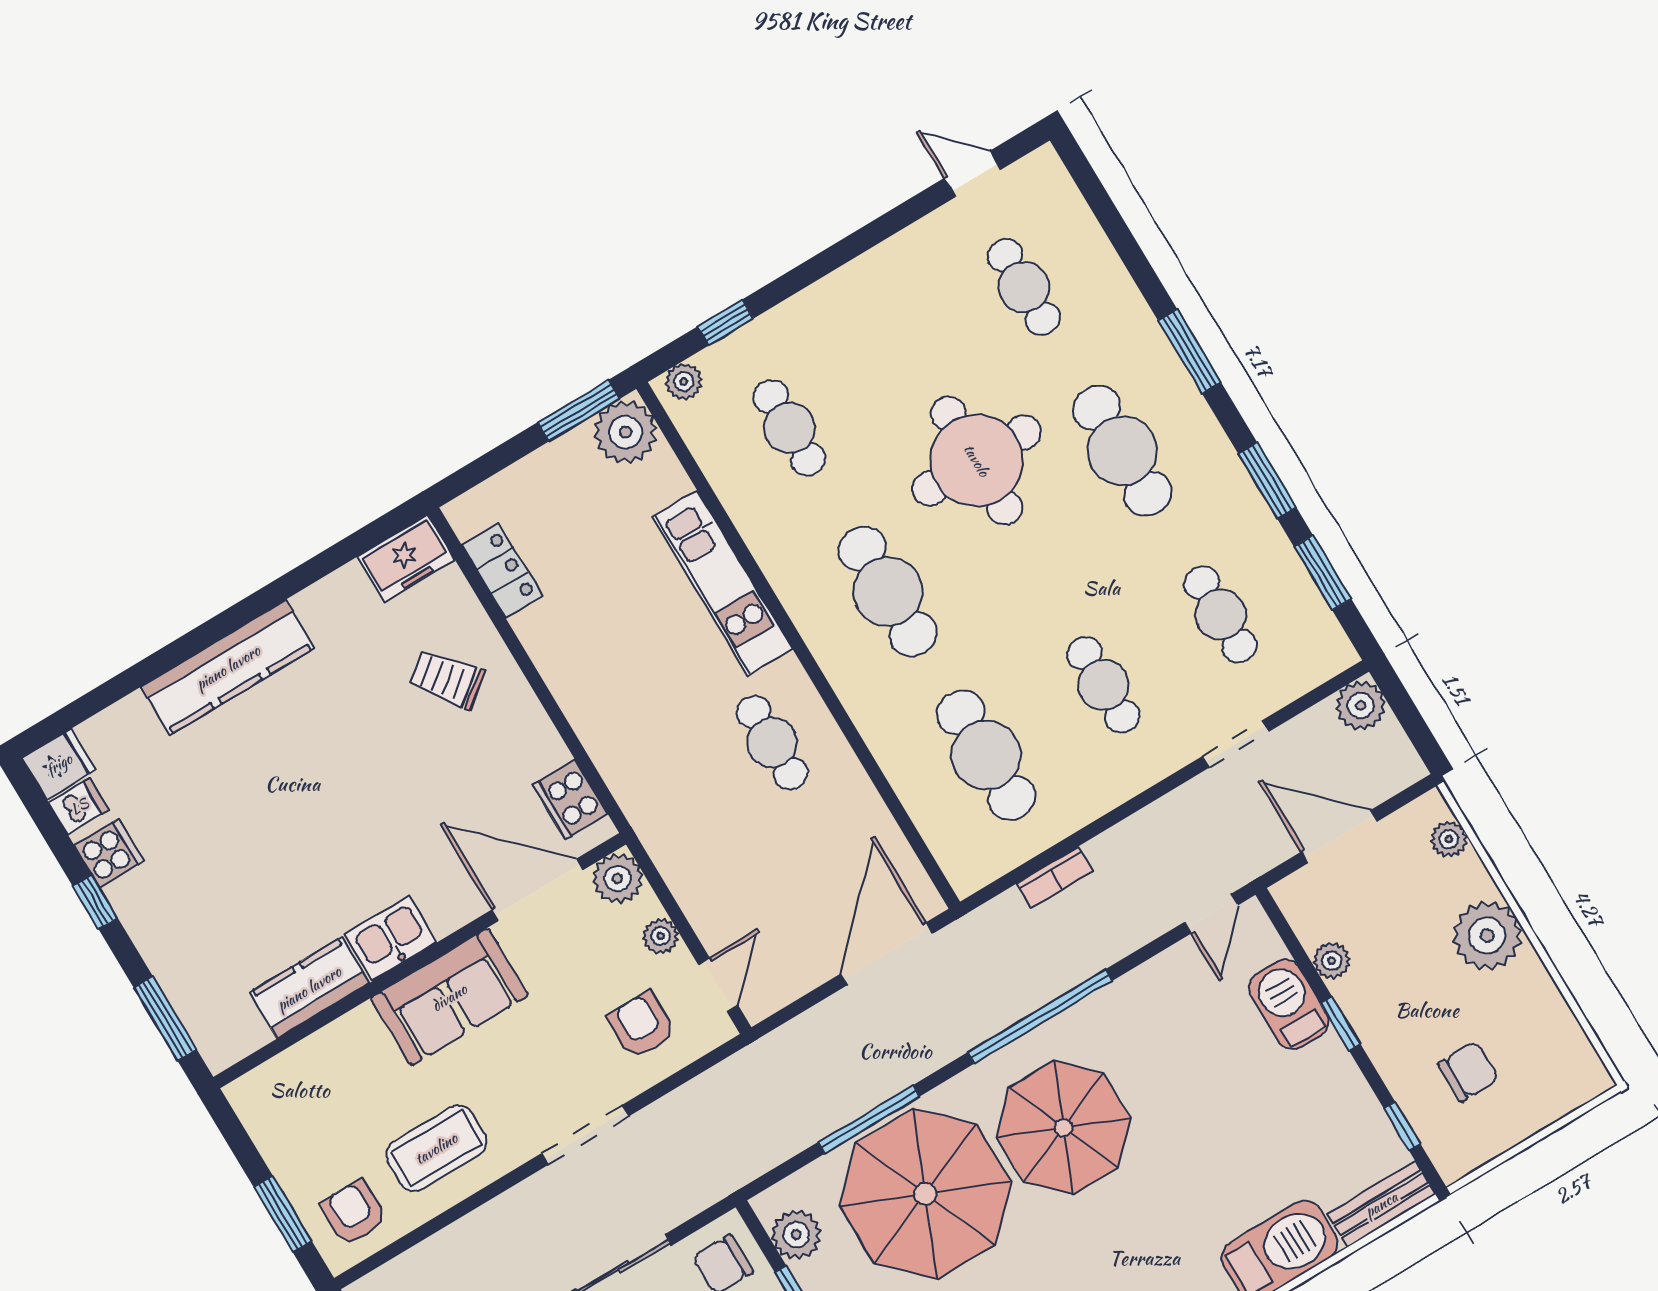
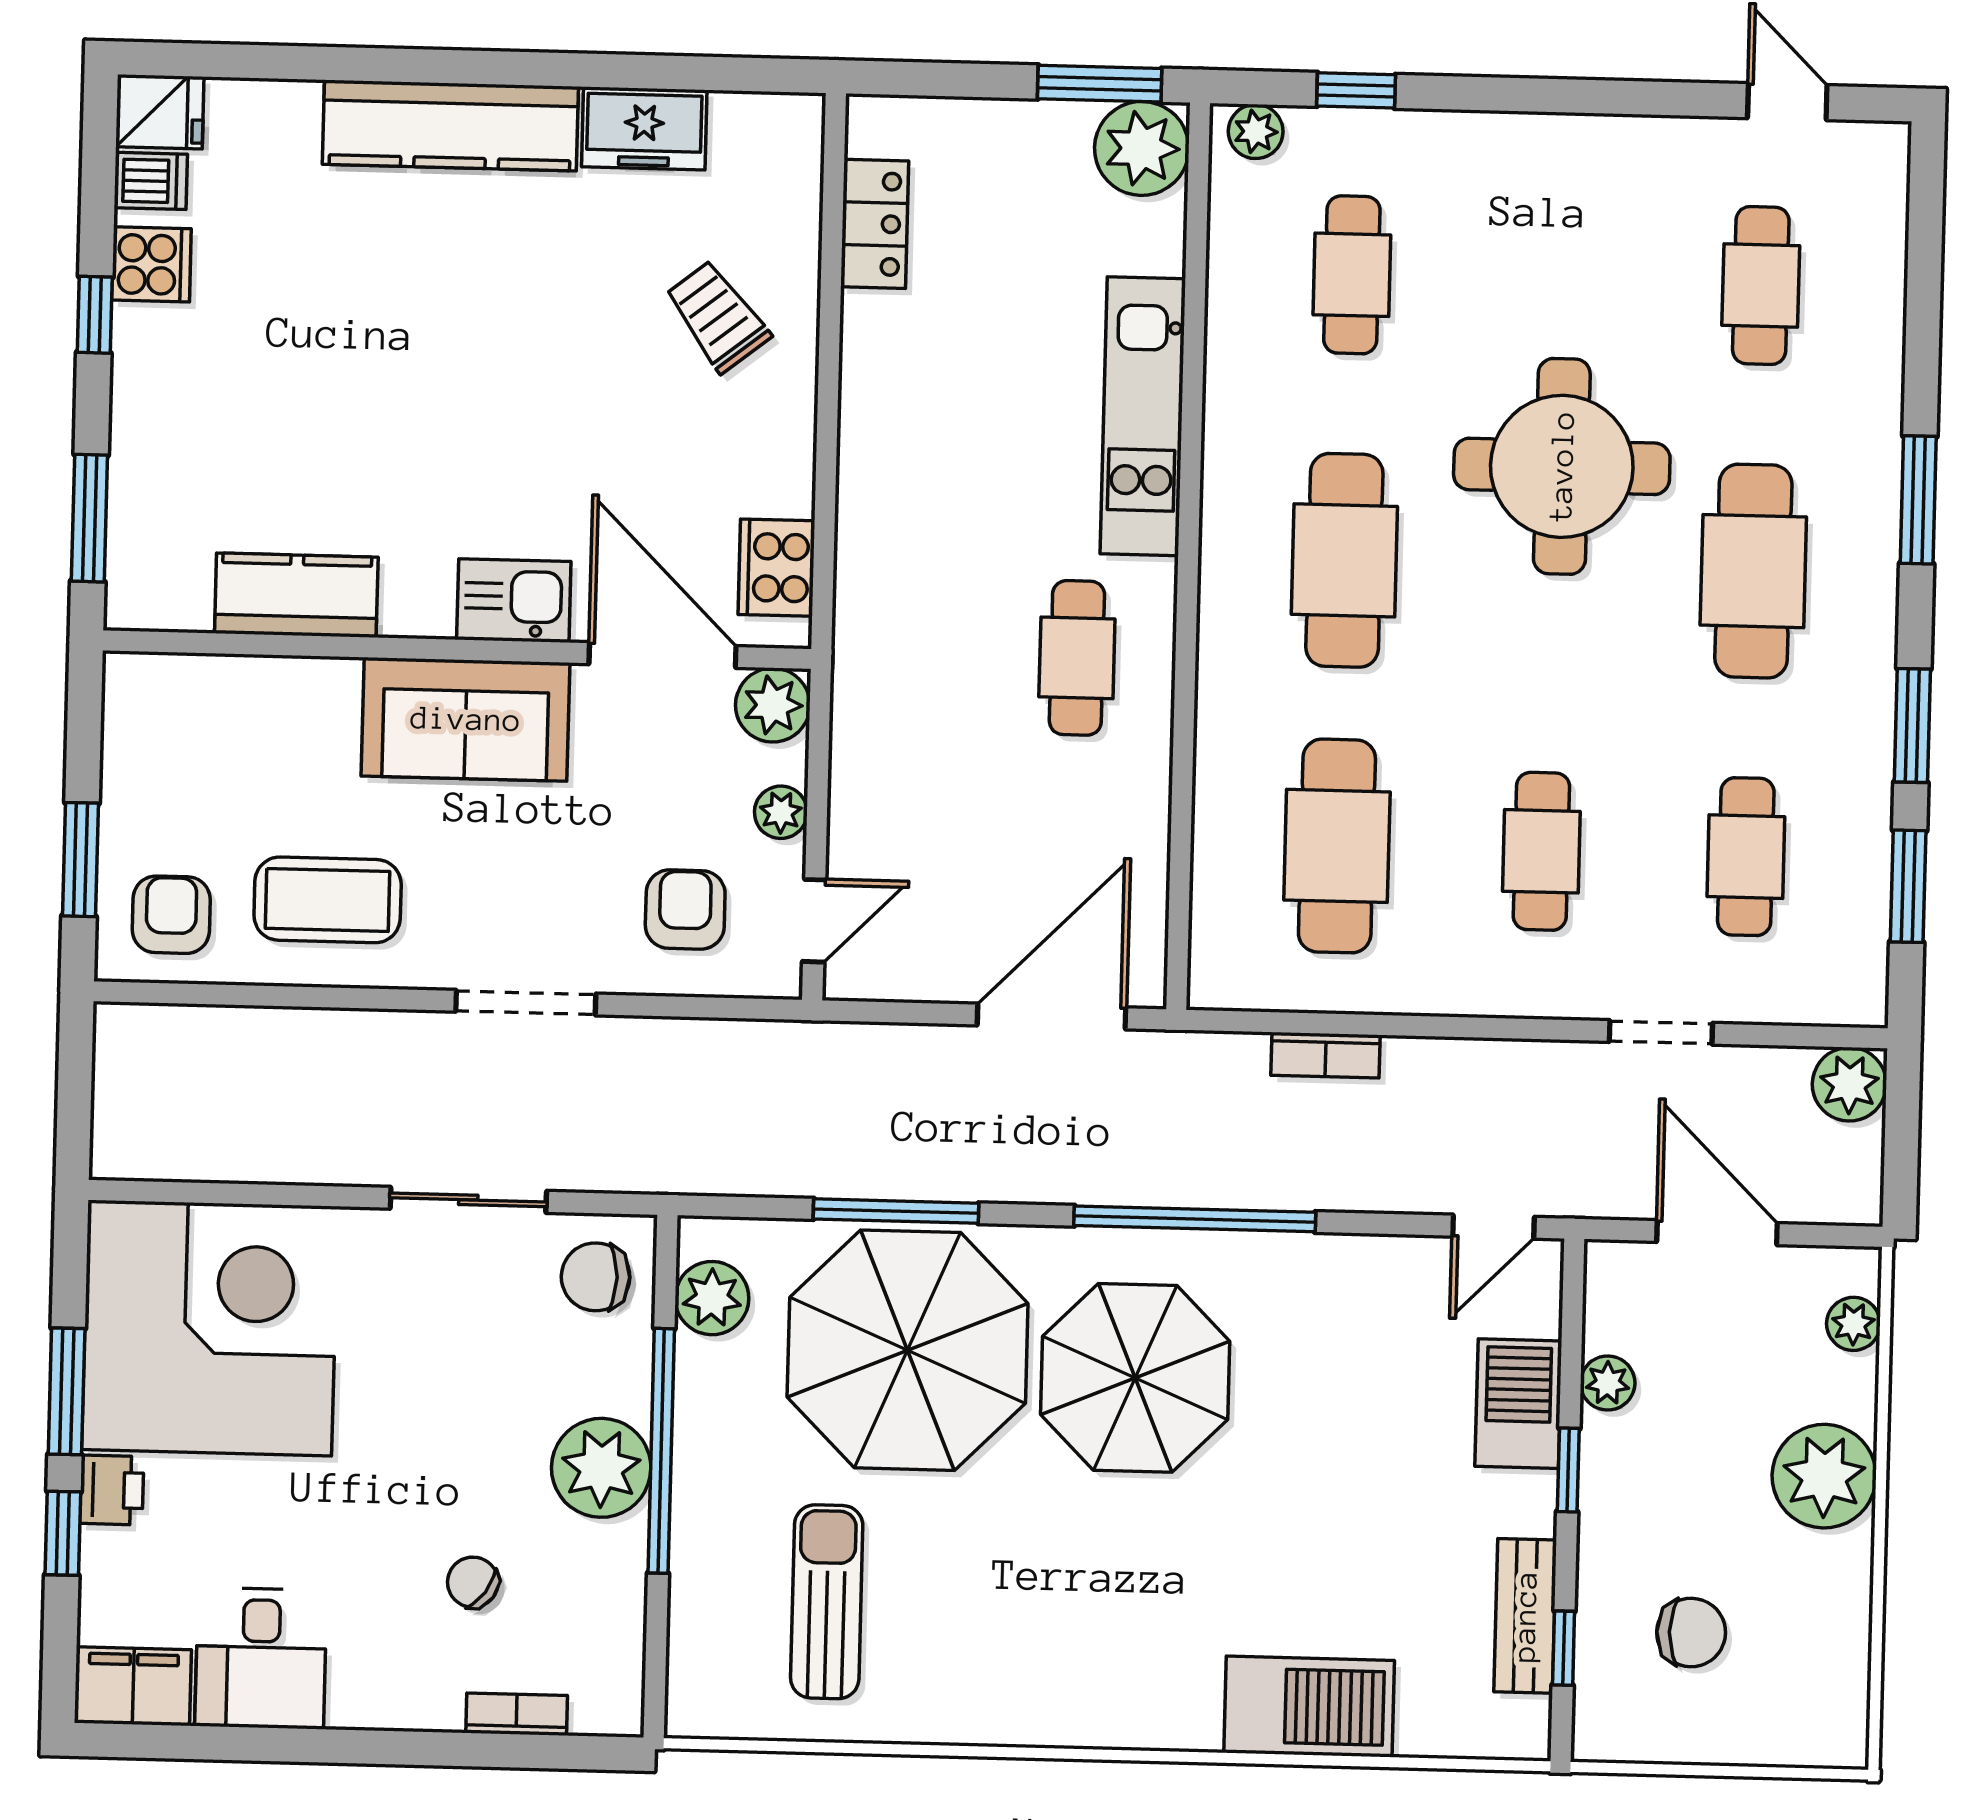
freezer: (406, 558) -> (644, 128), moved
kitchen sink: (391, 938) -> (514, 601), moved
bench: (1381, 1204) -> (1525, 1616), moved, turned 90

